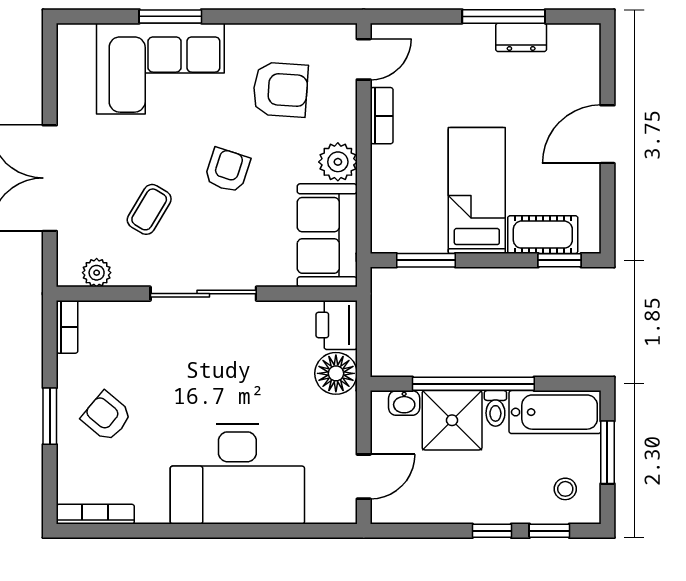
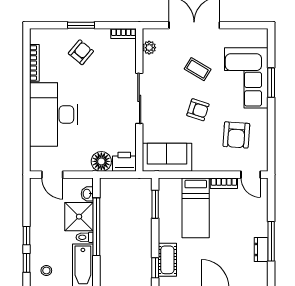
plant: (338, 162) -> (202, 162), removed
bed: (477, 190) -> (196, 208), moved, turned 90
coffee table: (149, 209) -> (198, 69), moved
bookcase: (95, 514) -> (34, 63), moved

